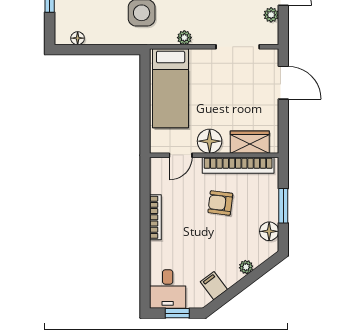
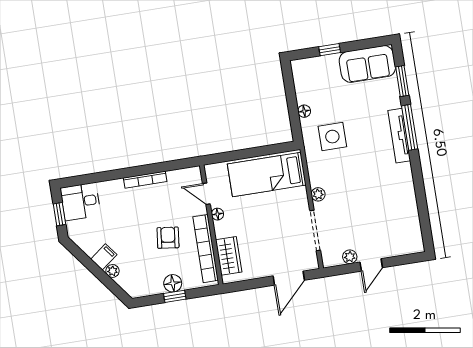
floor lamp: (78, 38) -> (304, 111), moved
plant: (184, 38) -> (318, 194), moved
floor lamp: (210, 141) -> (217, 214), width x0.53, depth x0.53
window: (283, 206) -> (175, 296), width x0.67
floor lamp: (269, 231) -> (173, 283), moved
filing cabinet: (214, 286) -> (104, 257), moved

